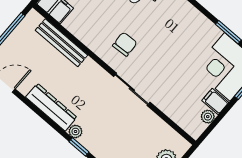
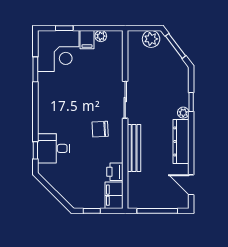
printer: (75, 25) -> (115, 172), added
bench: (61, 43) -> (134, 148), moved

